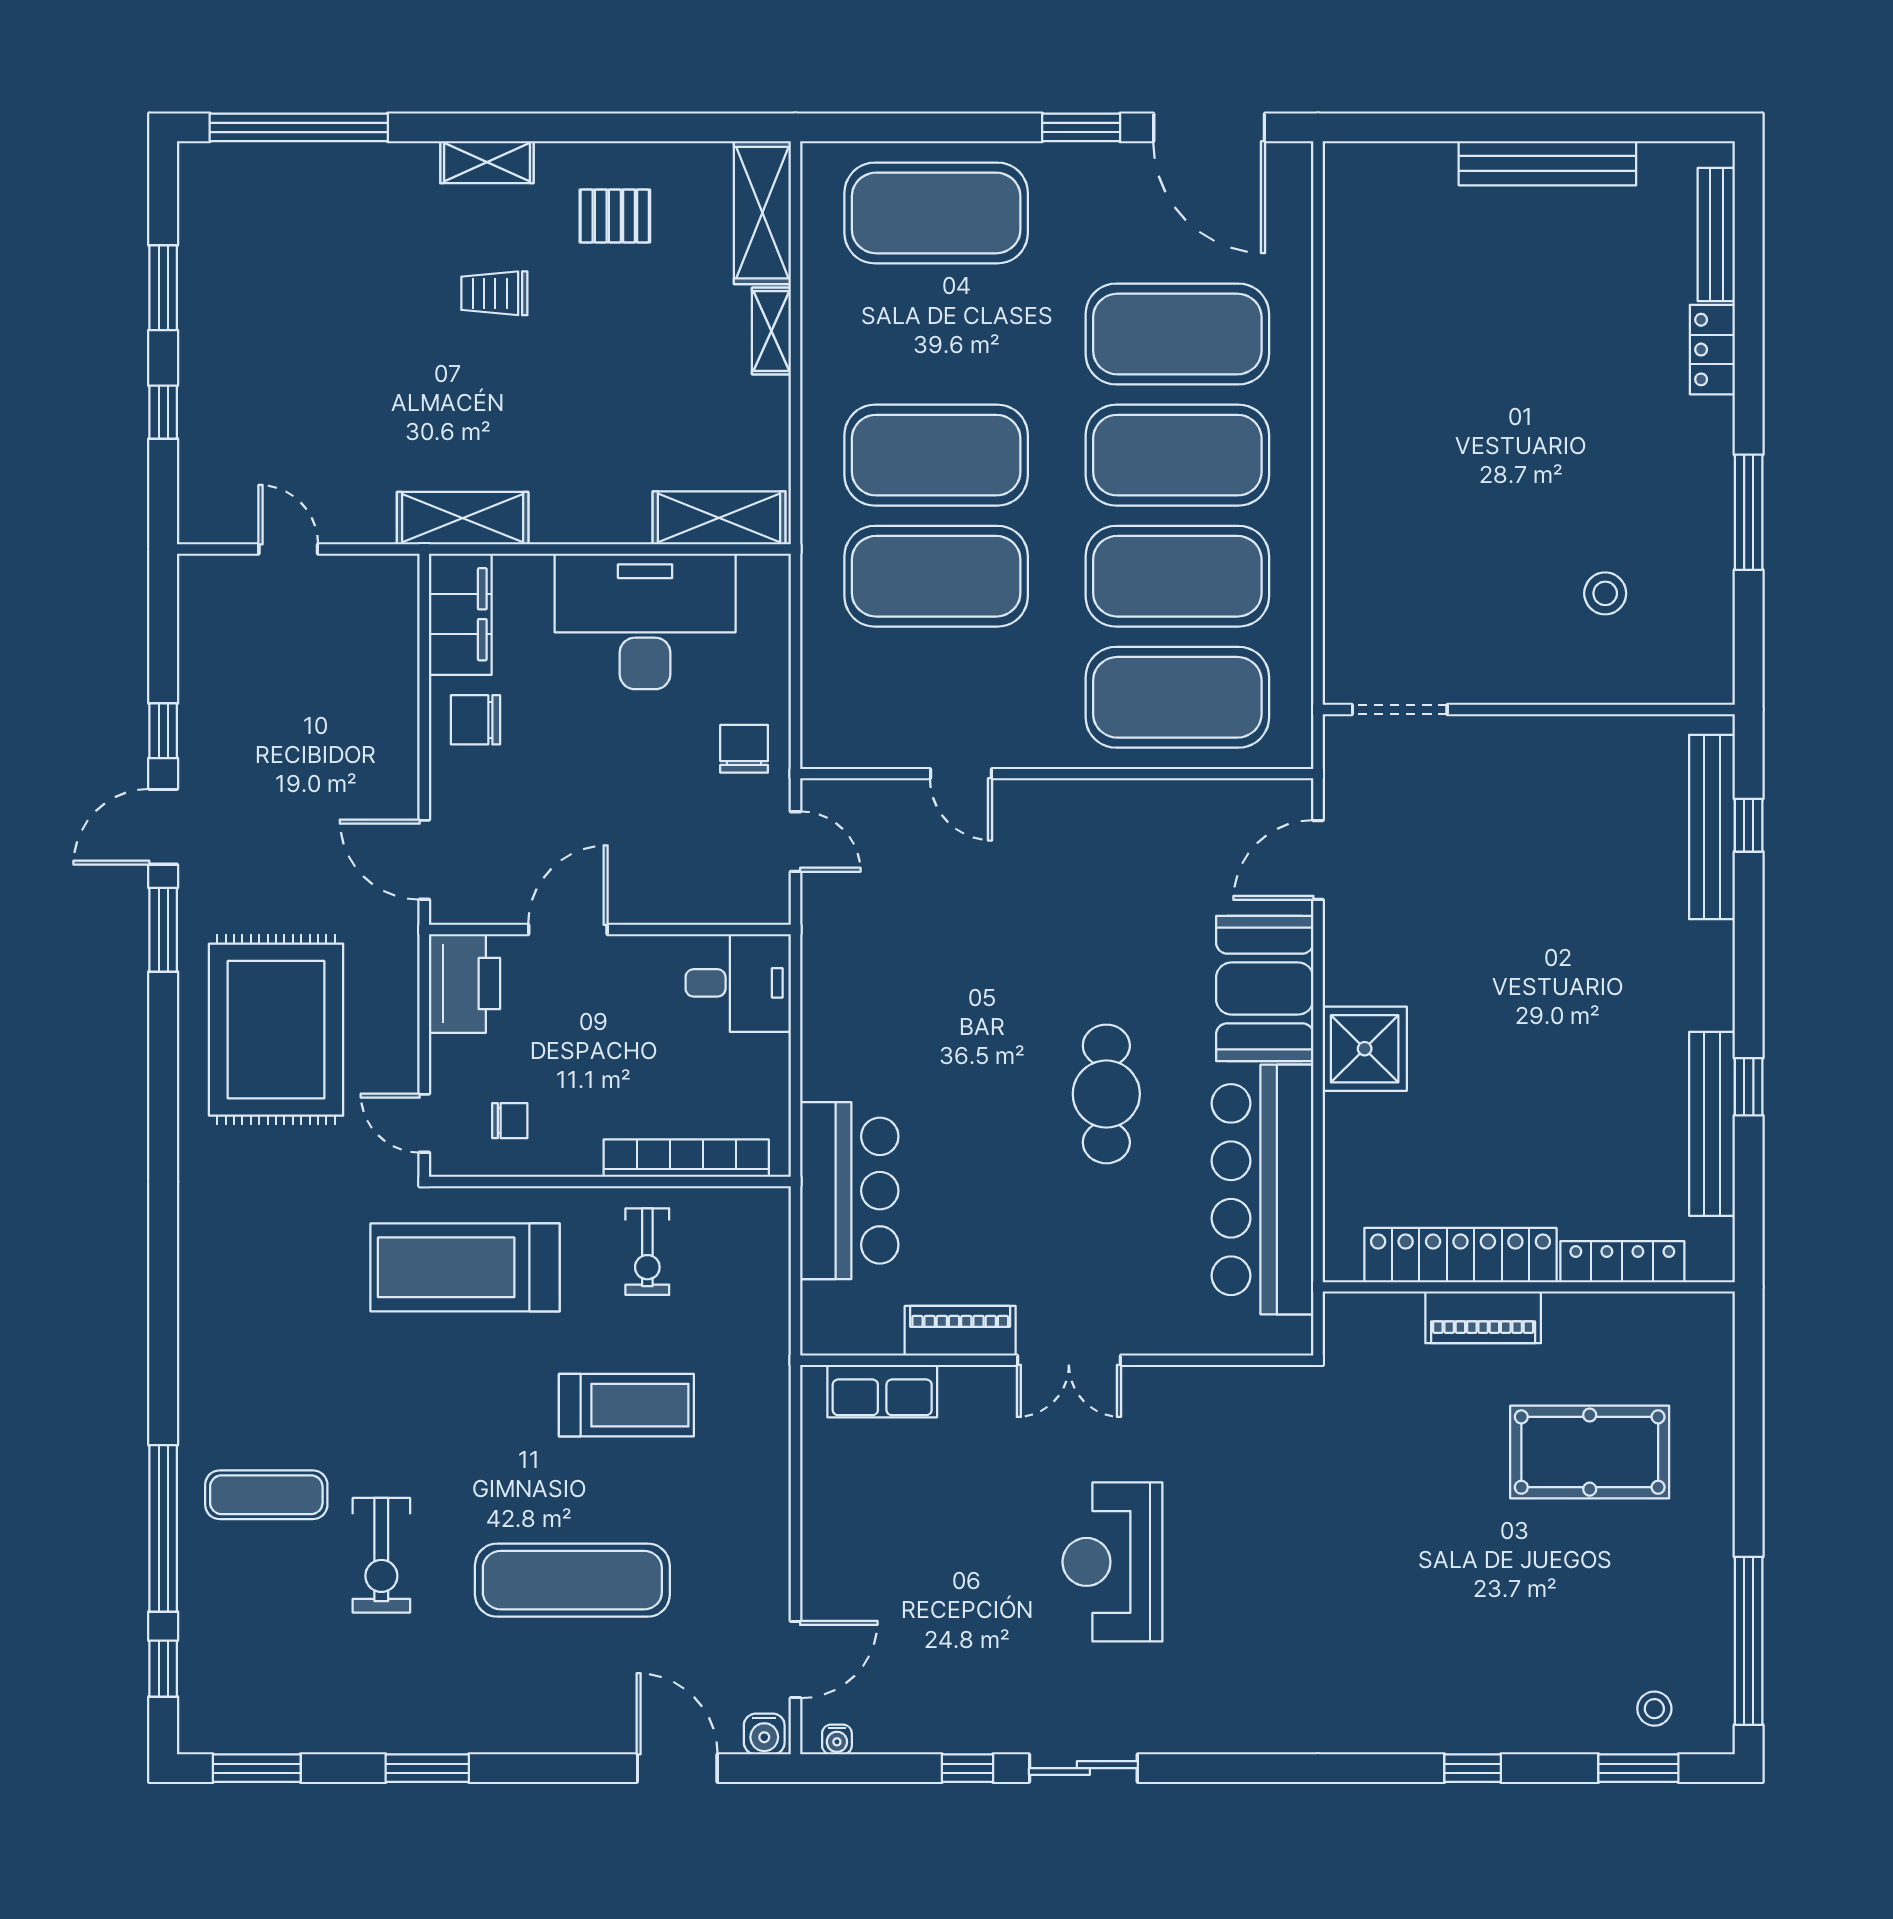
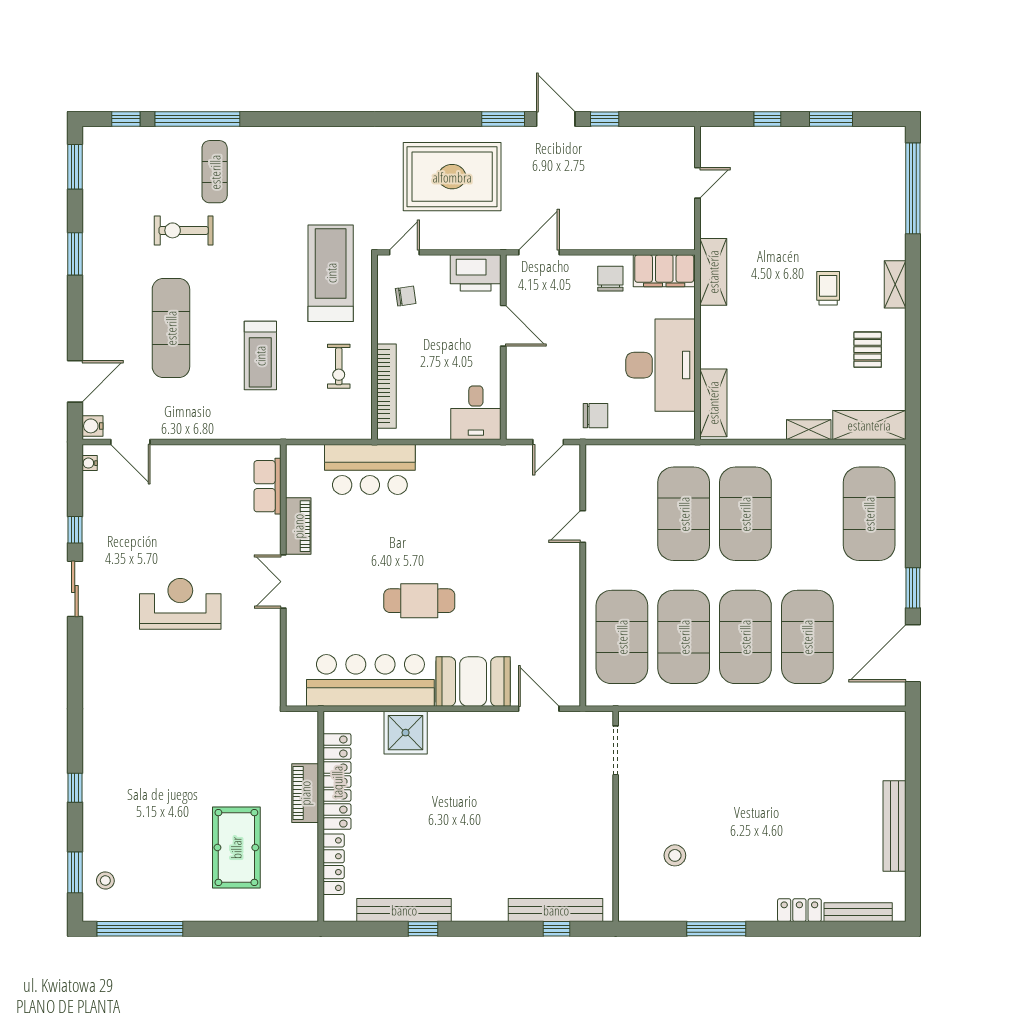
shower: (1365, 1049) -> (406, 733), moved
chair: (510, 1121) -> (406, 296), turned -98
exercise bike: (647, 1252) -> (339, 366), turned -90

